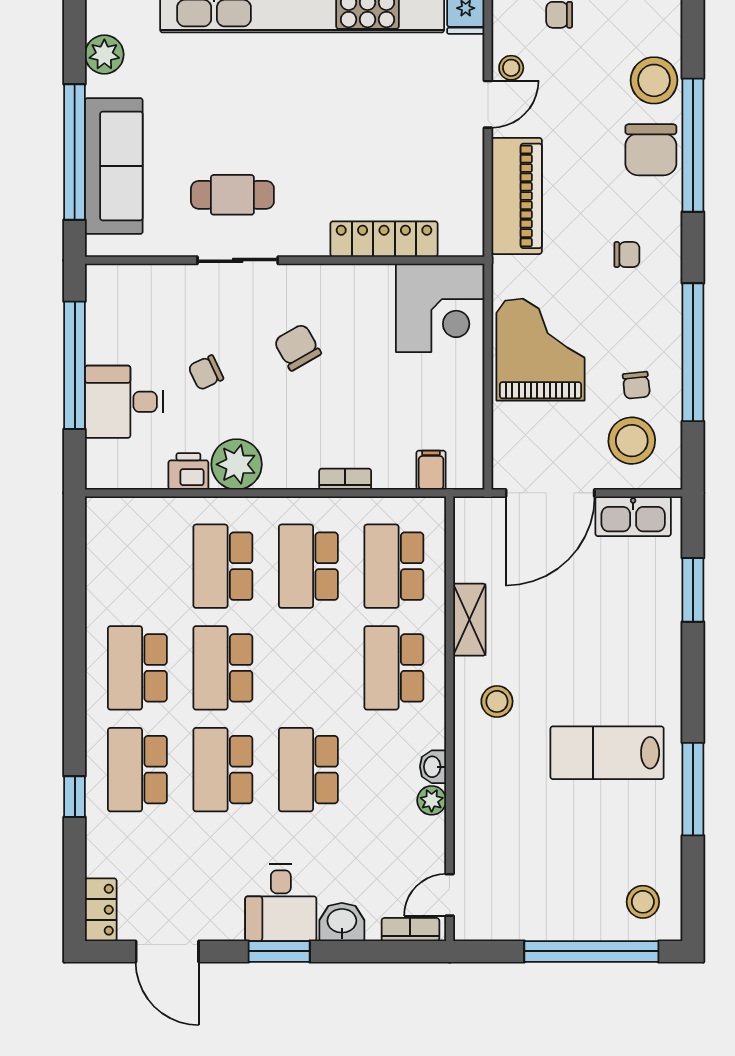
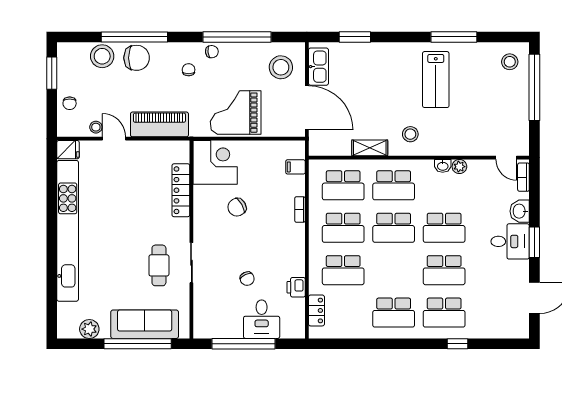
chair: (297, 347) -> (237, 207), moved
chair: (636, 385) -> (212, 52), moved
plant: (237, 464) -> (293, 263), removed
school desk: (223, 668) -> (394, 228), moved
locker: (101, 910) -> (316, 310), moved, turned 90

